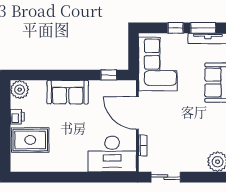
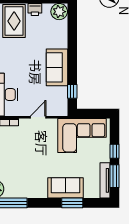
sofa: (68, 92) -> (57, 67), moved
door: (137, 113) -> (38, 117), width x0.53

